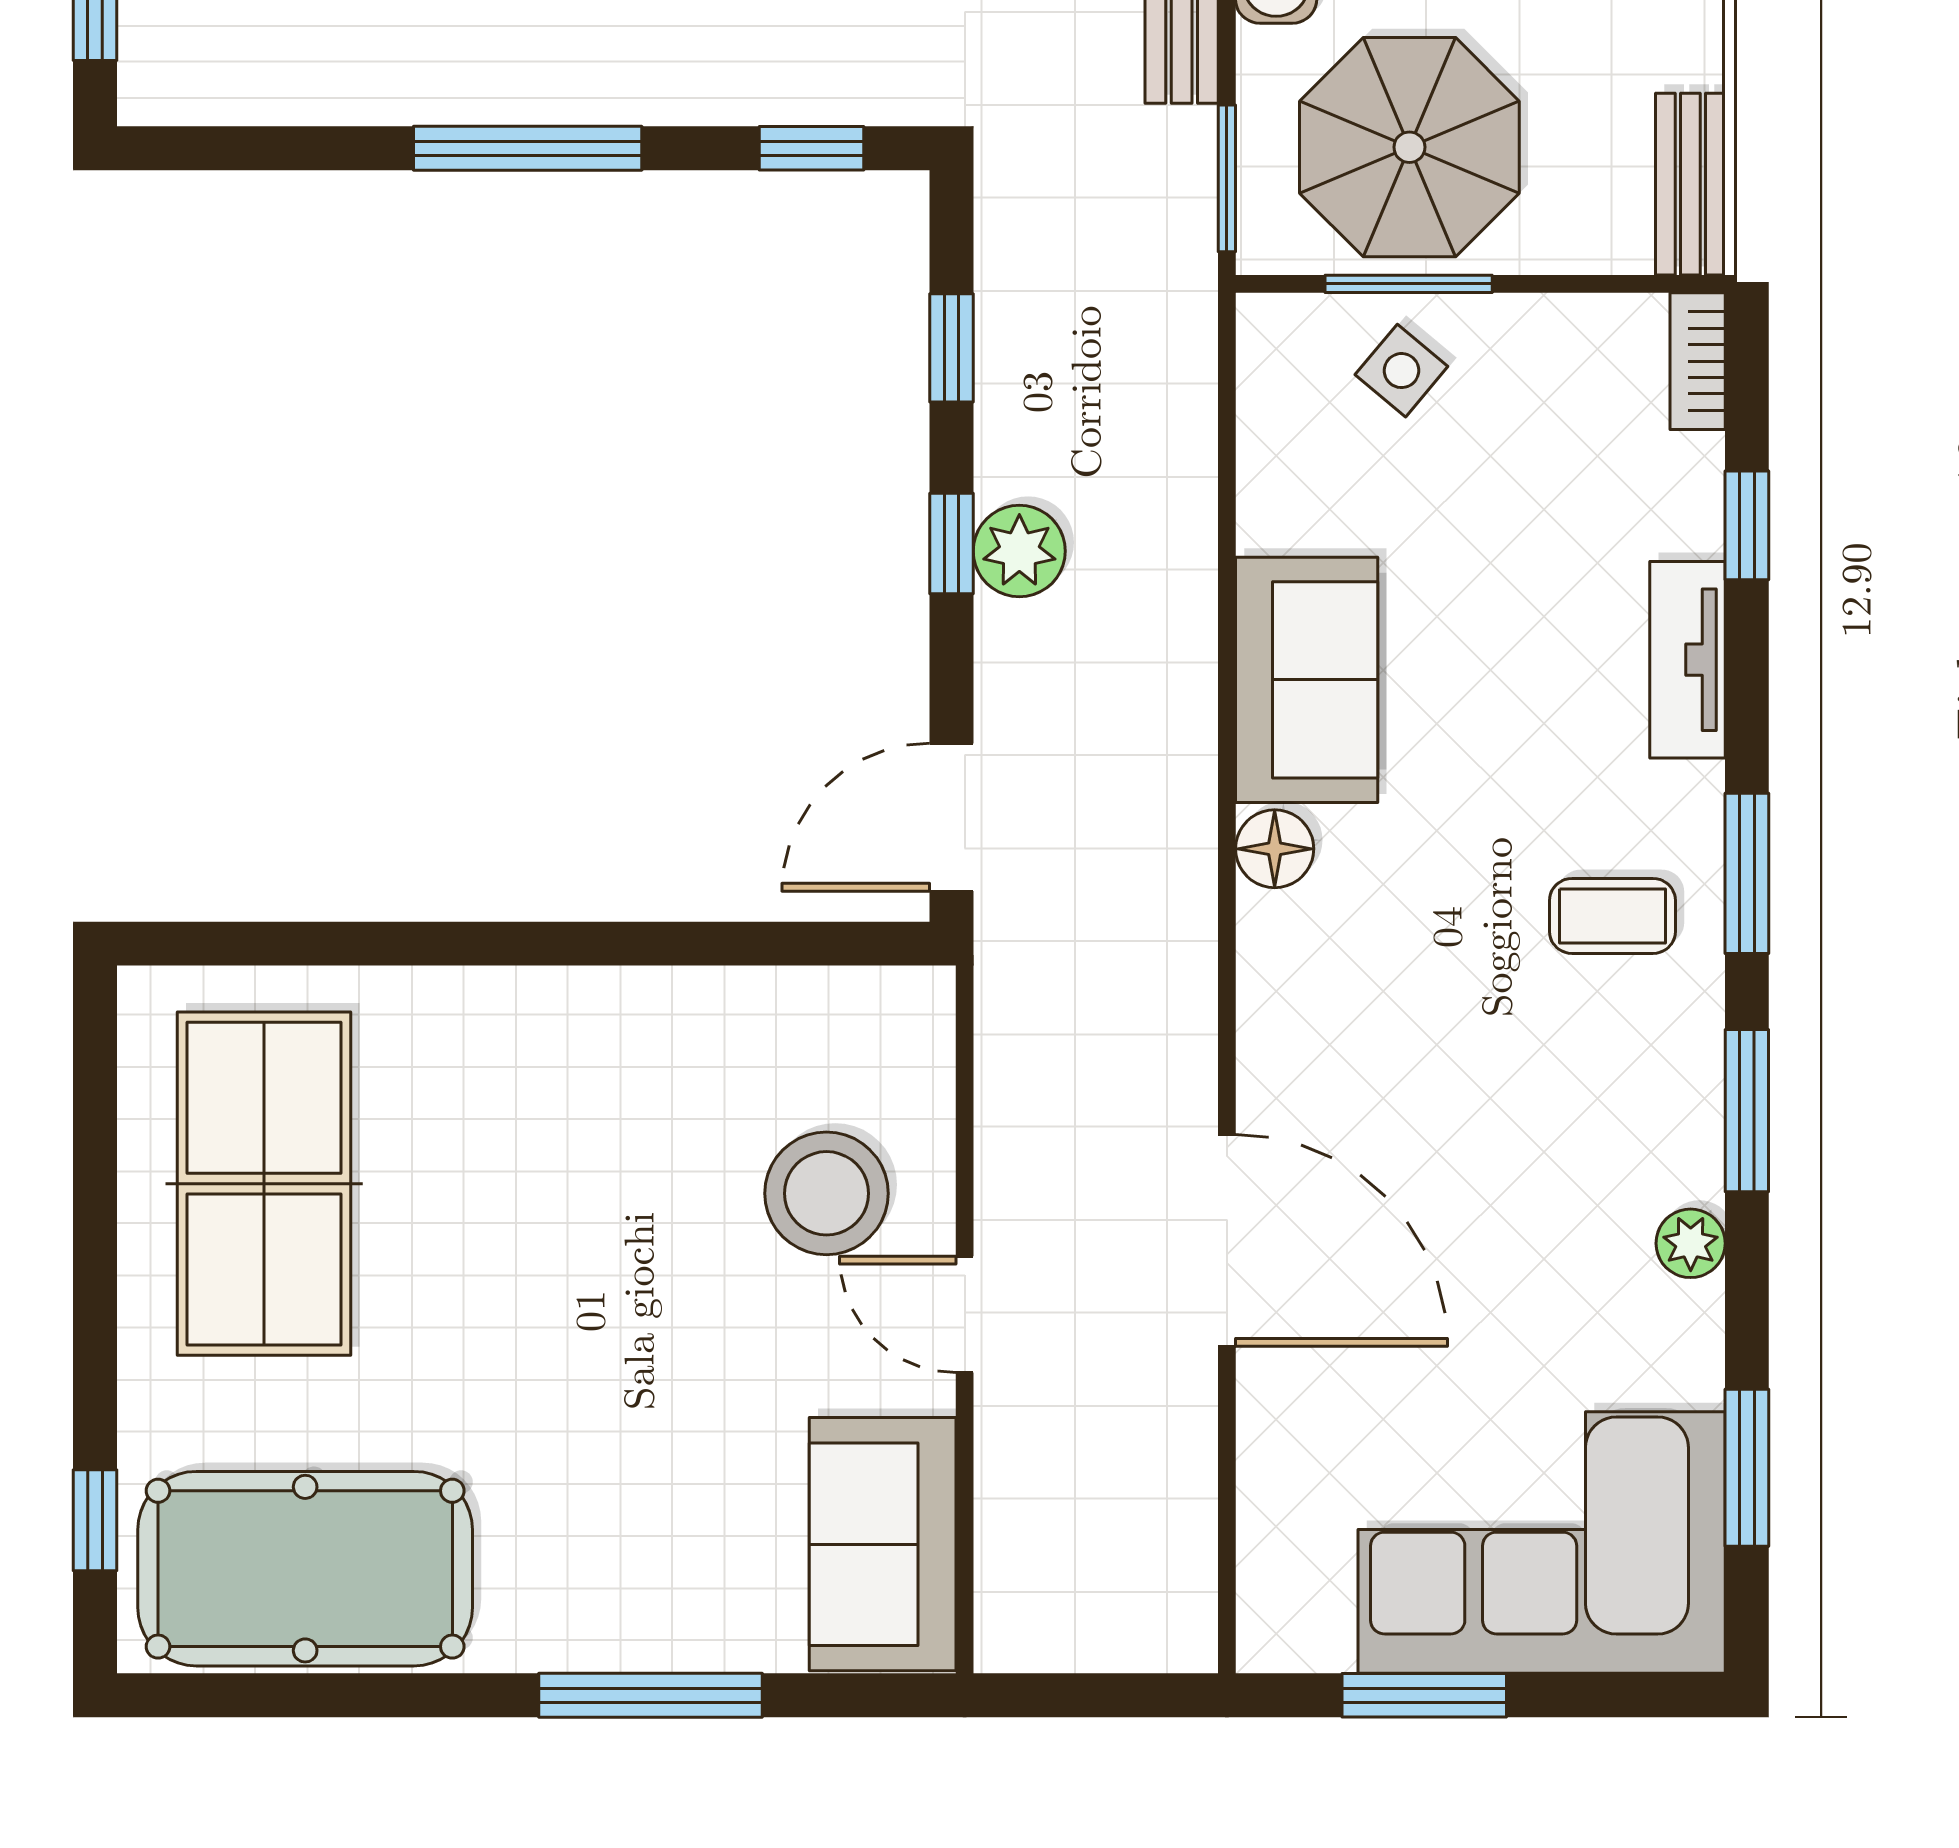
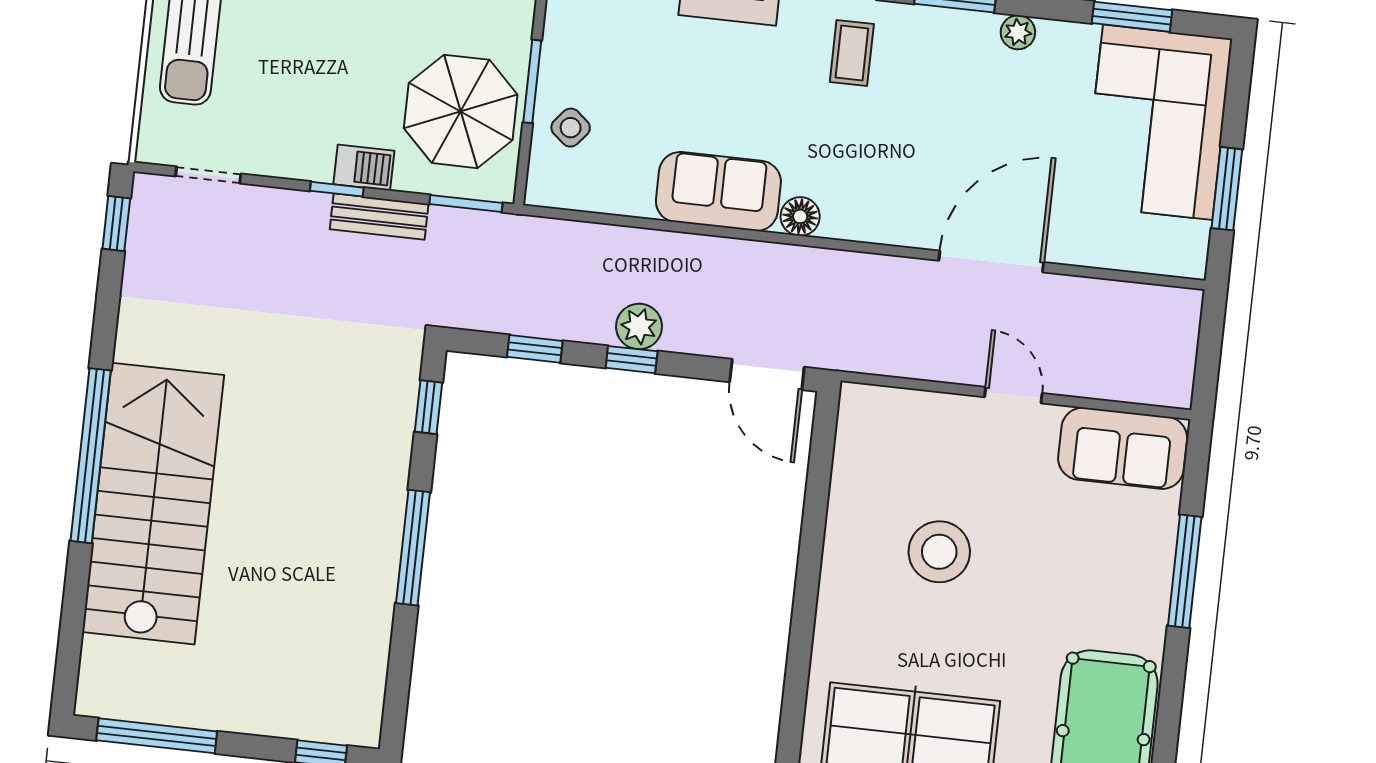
window: (1409, 284) -> (532, 81), moved
stool: (826, 1193) -> (939, 552), moved
door: (965, 1314) -> (1013, 395), swing flipped

